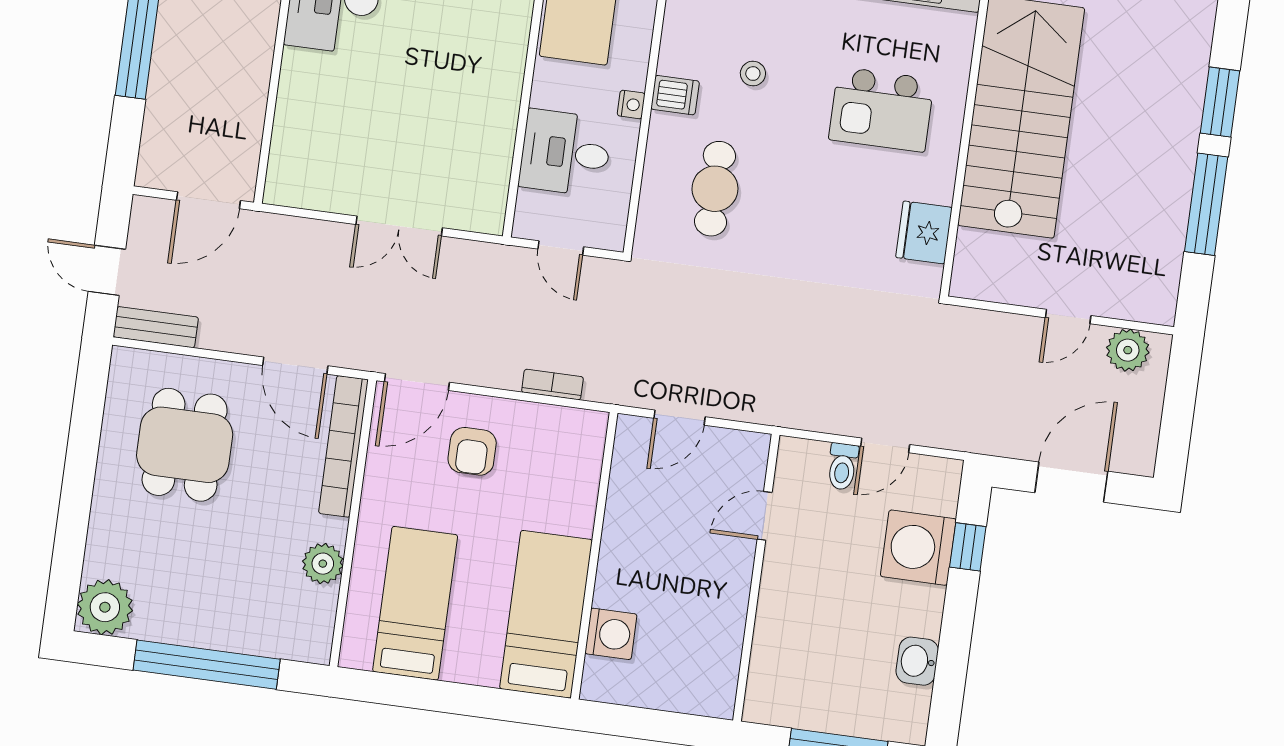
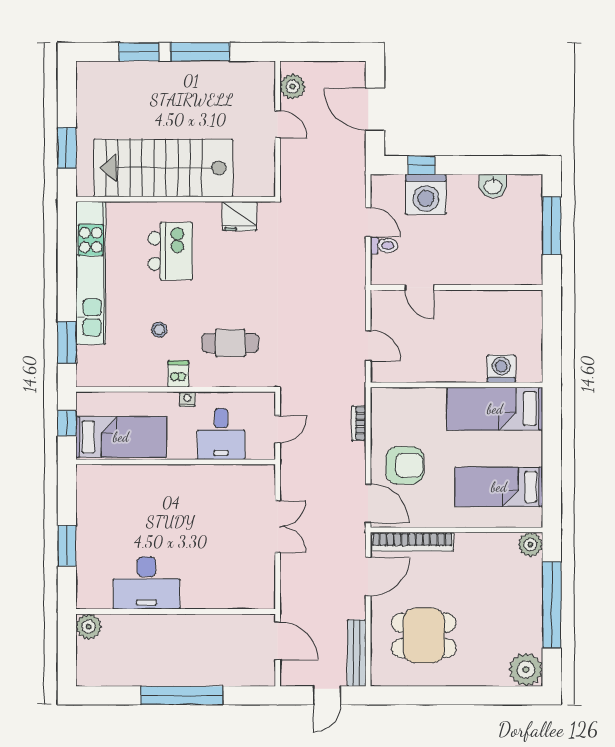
bench: (156, 327) -> (357, 653), width x1.36
armchair: (472, 451) -> (405, 465), width x1.38, depth x1.38
plant: (323, 564) -> (530, 544), moved

